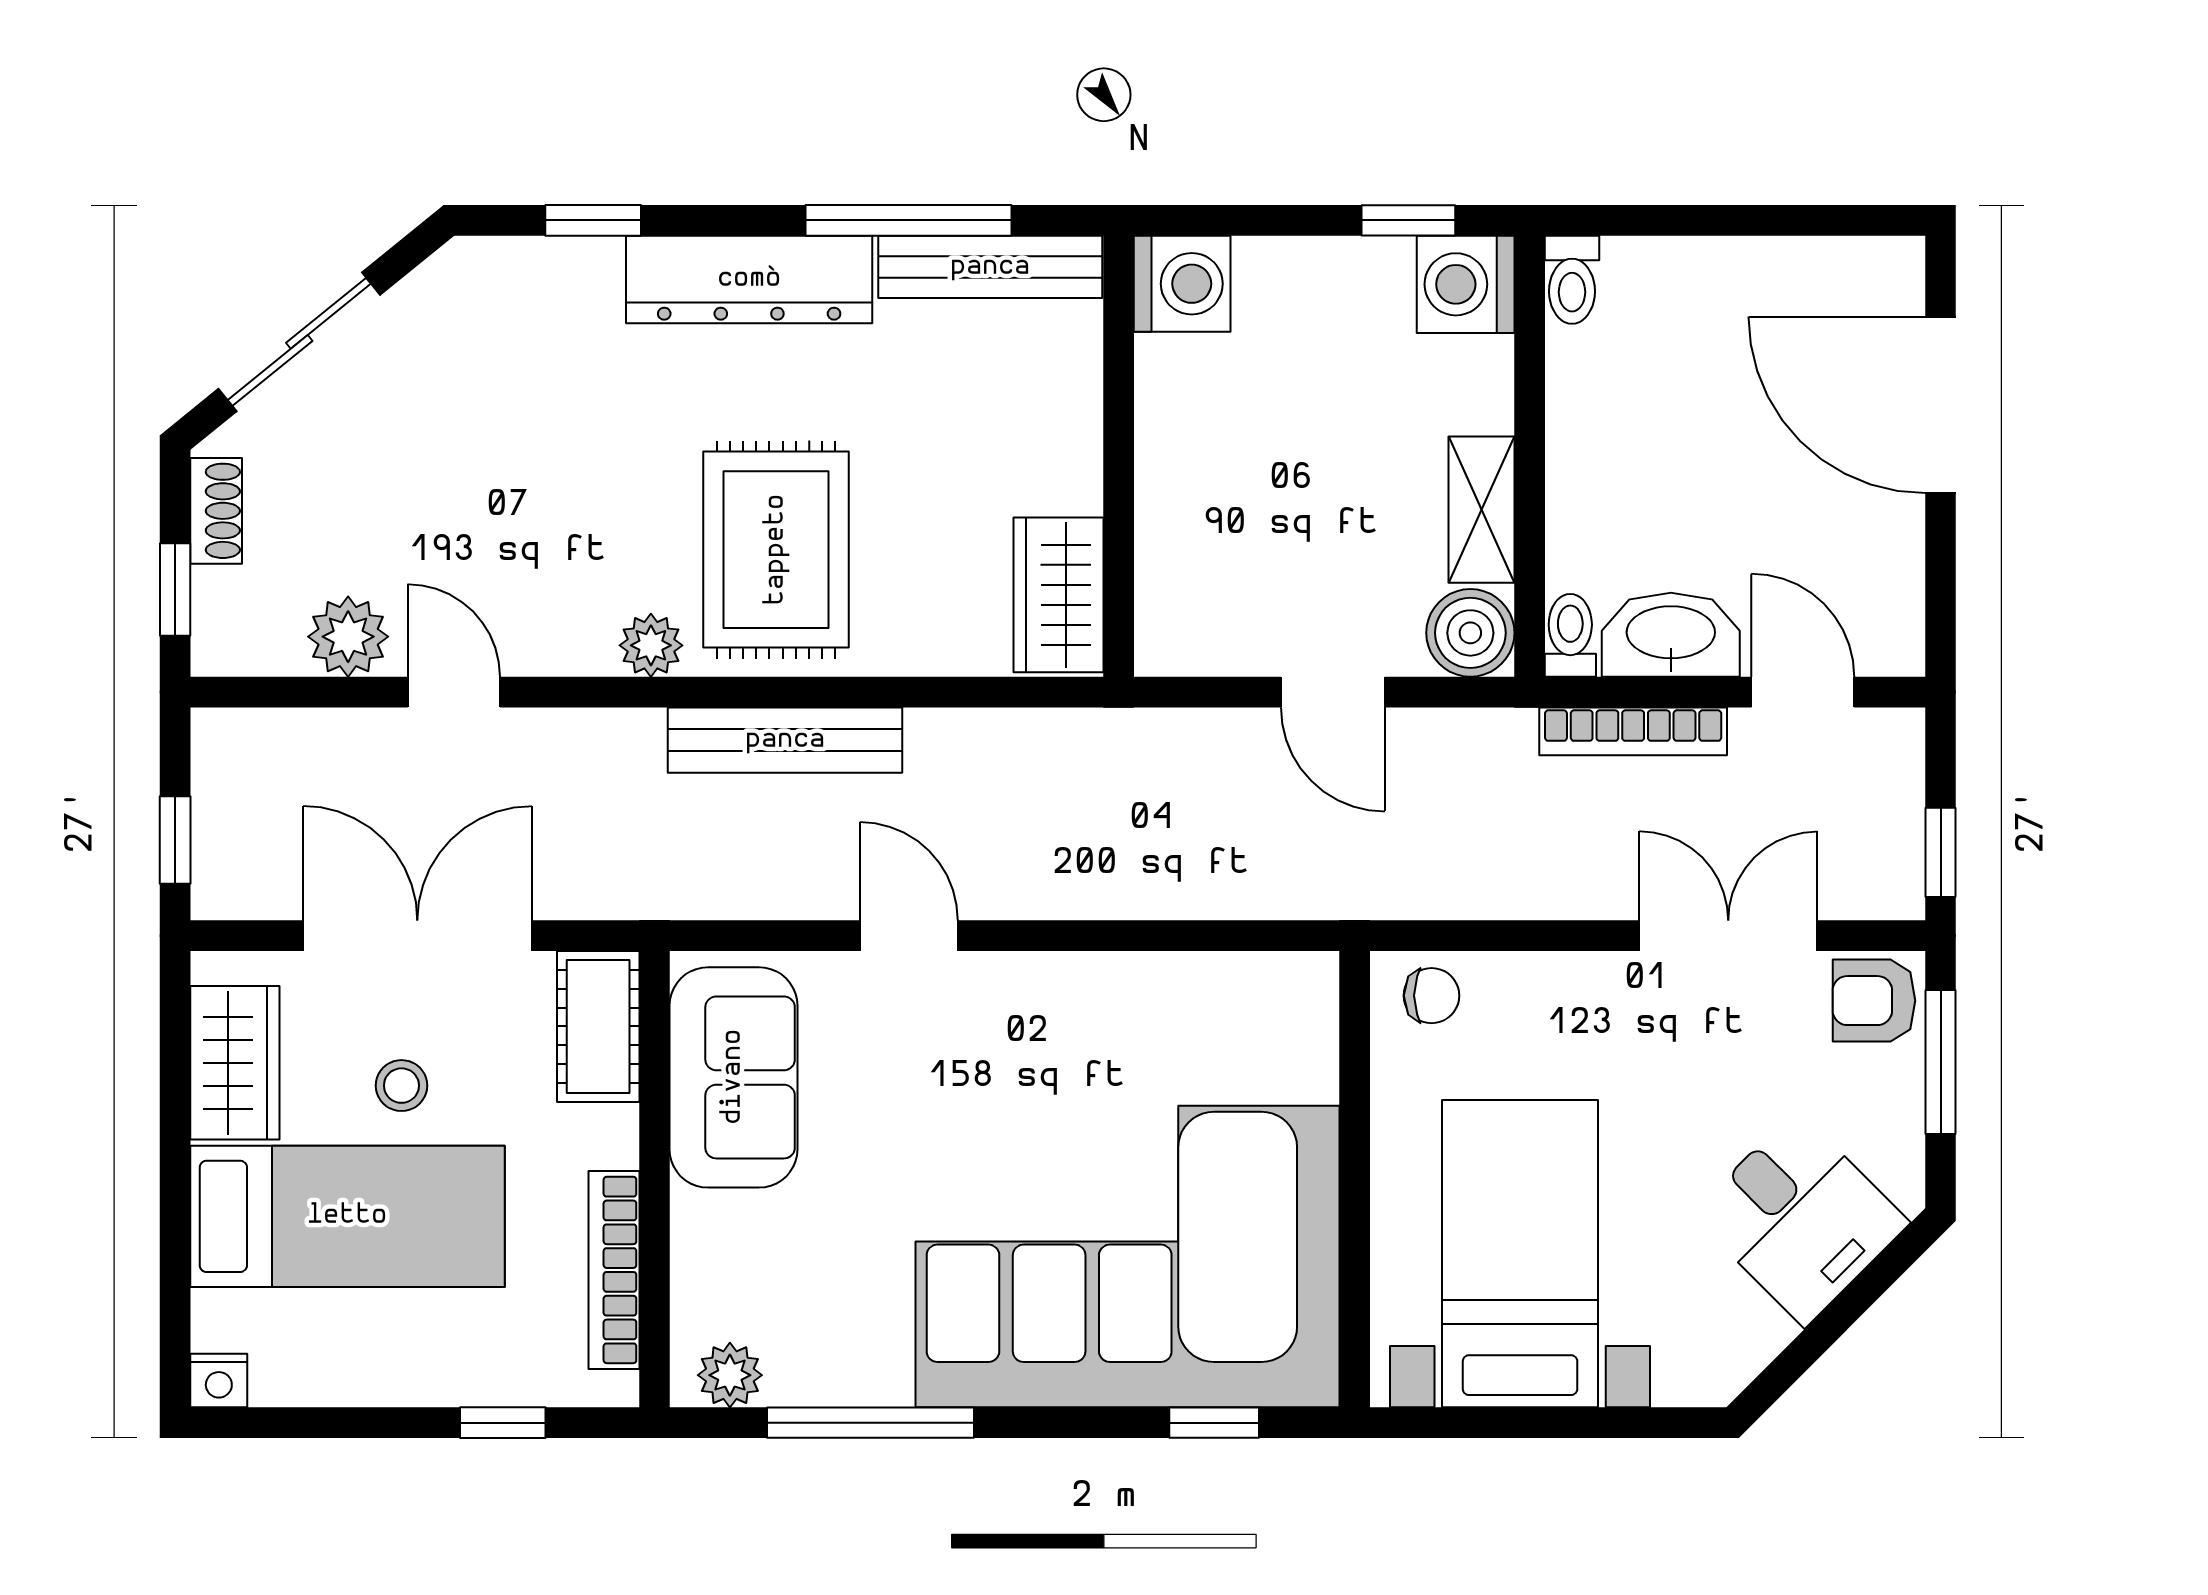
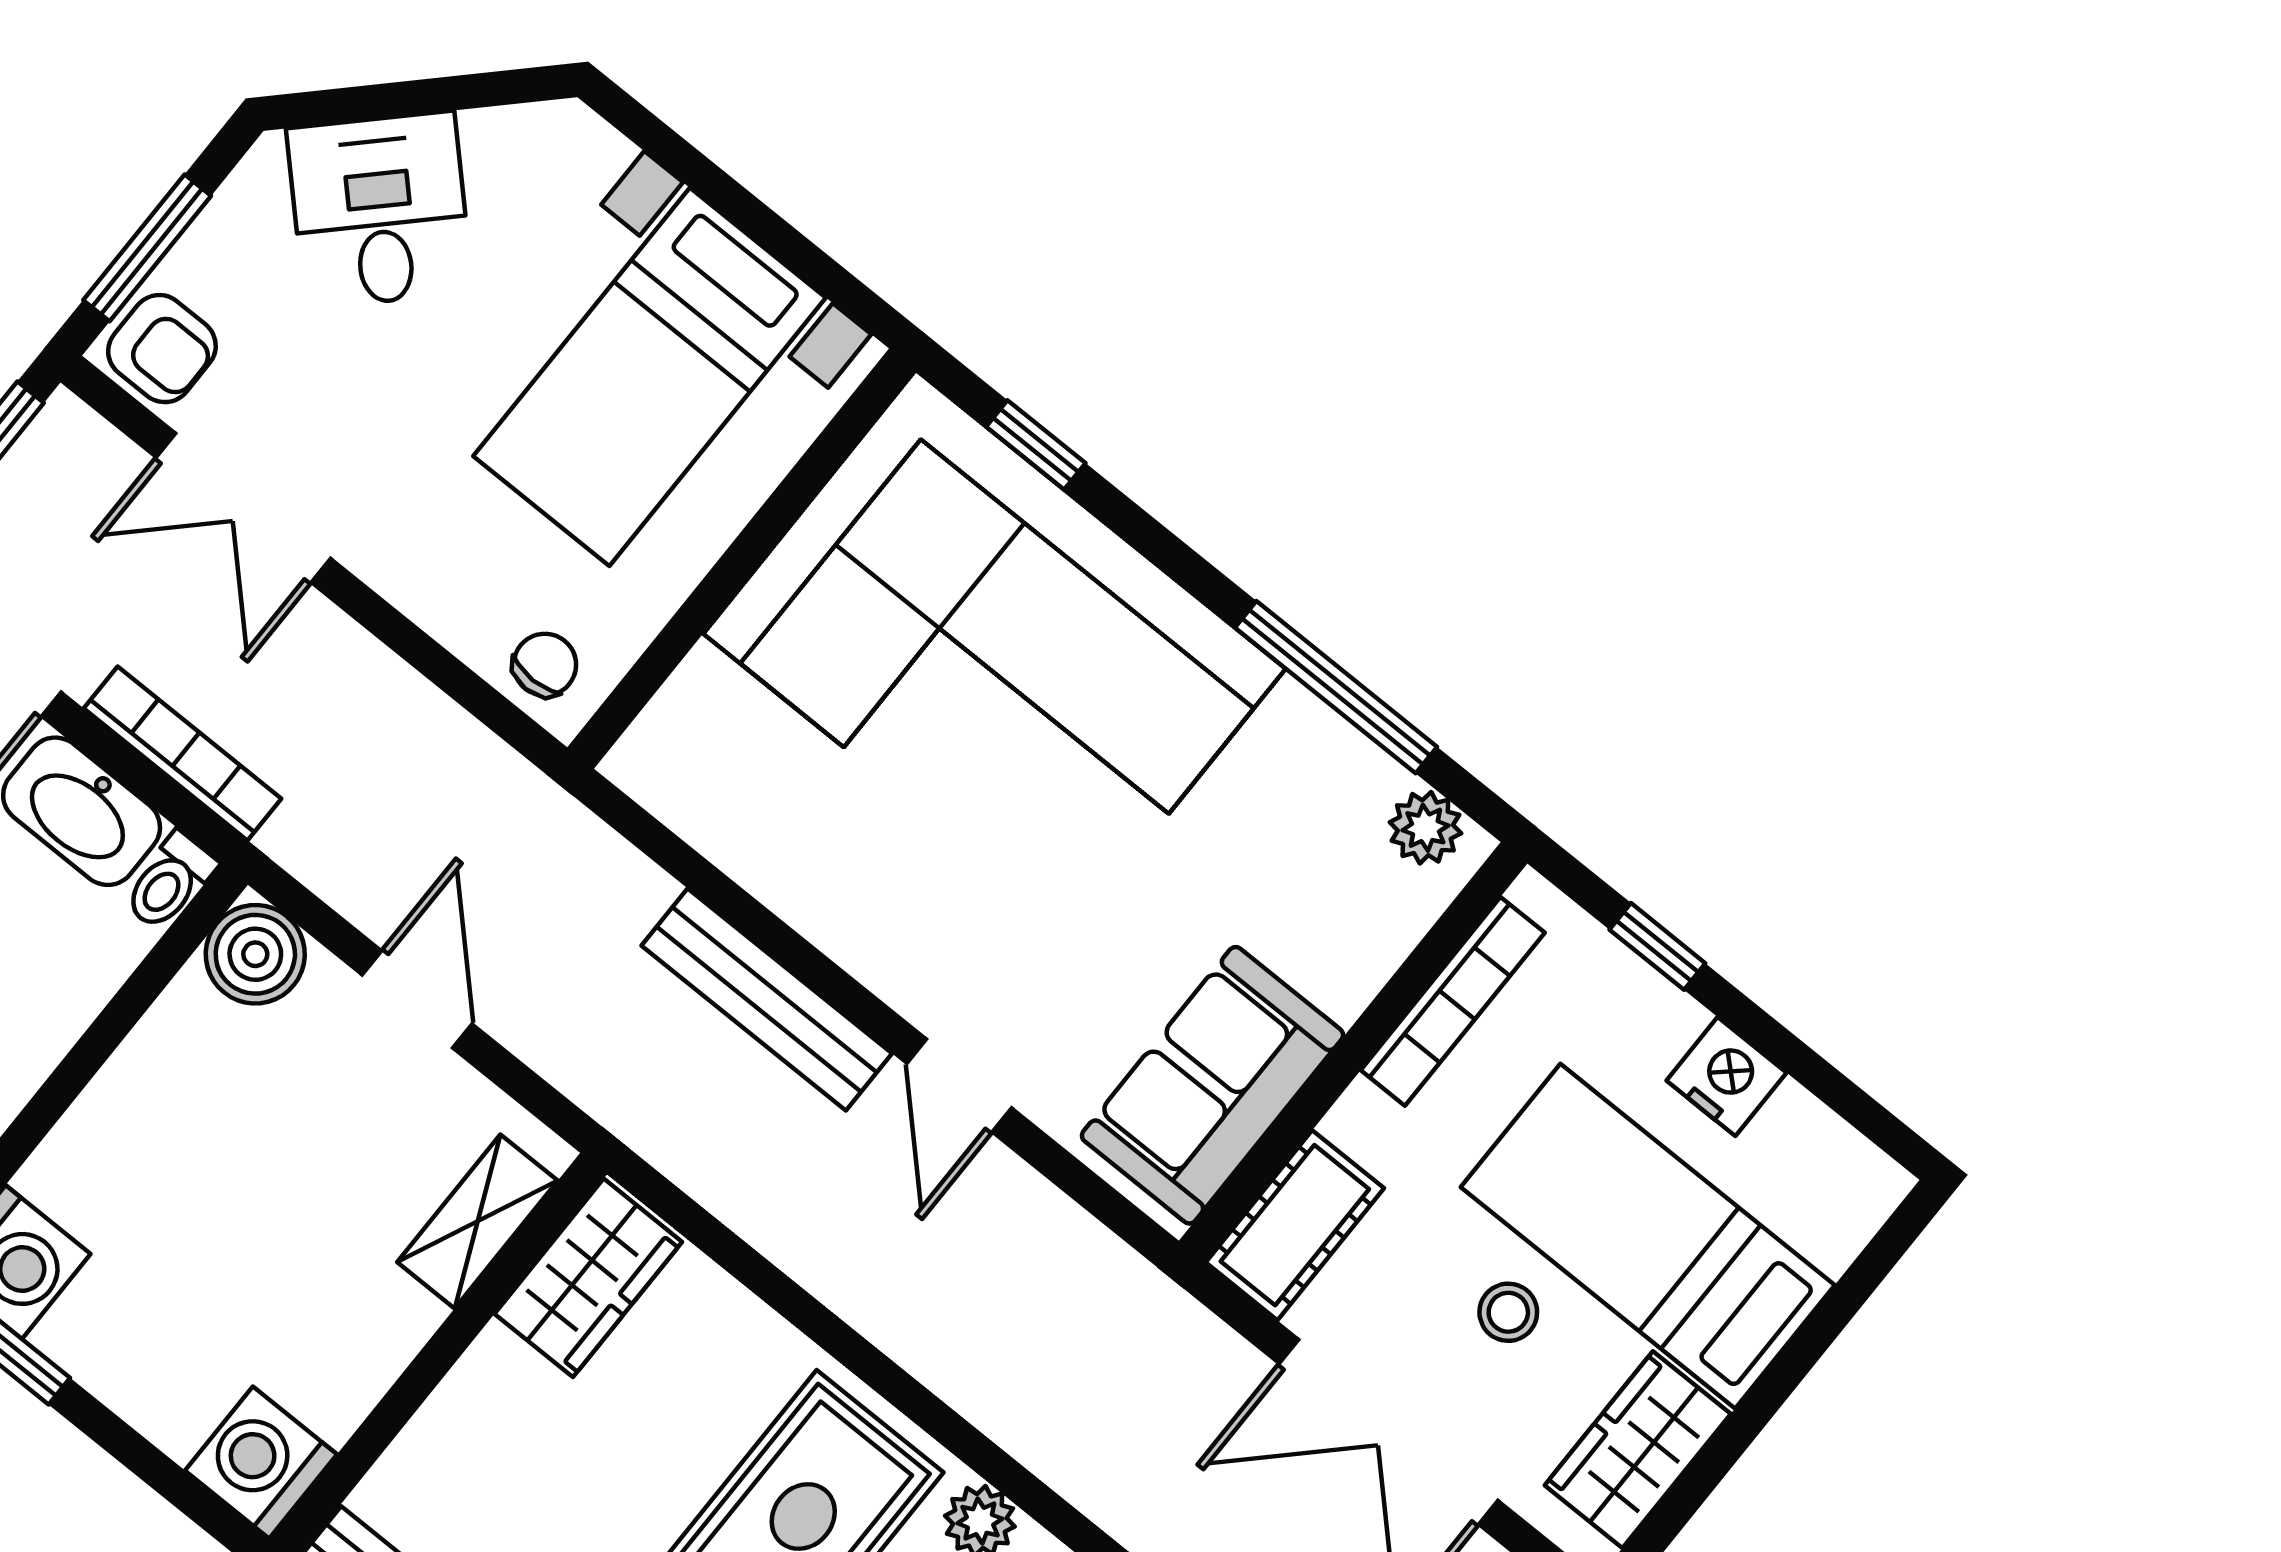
shelving: (1481, 510) -> (478, 1221), moved
bench: (785, 740) -> (767, 1000), moved
chair: (1432, 996) -> (545, 665), turned 90
nightstand: (219, 1381) -> (1727, 1077), moved, width x1.39, depth x1.35

